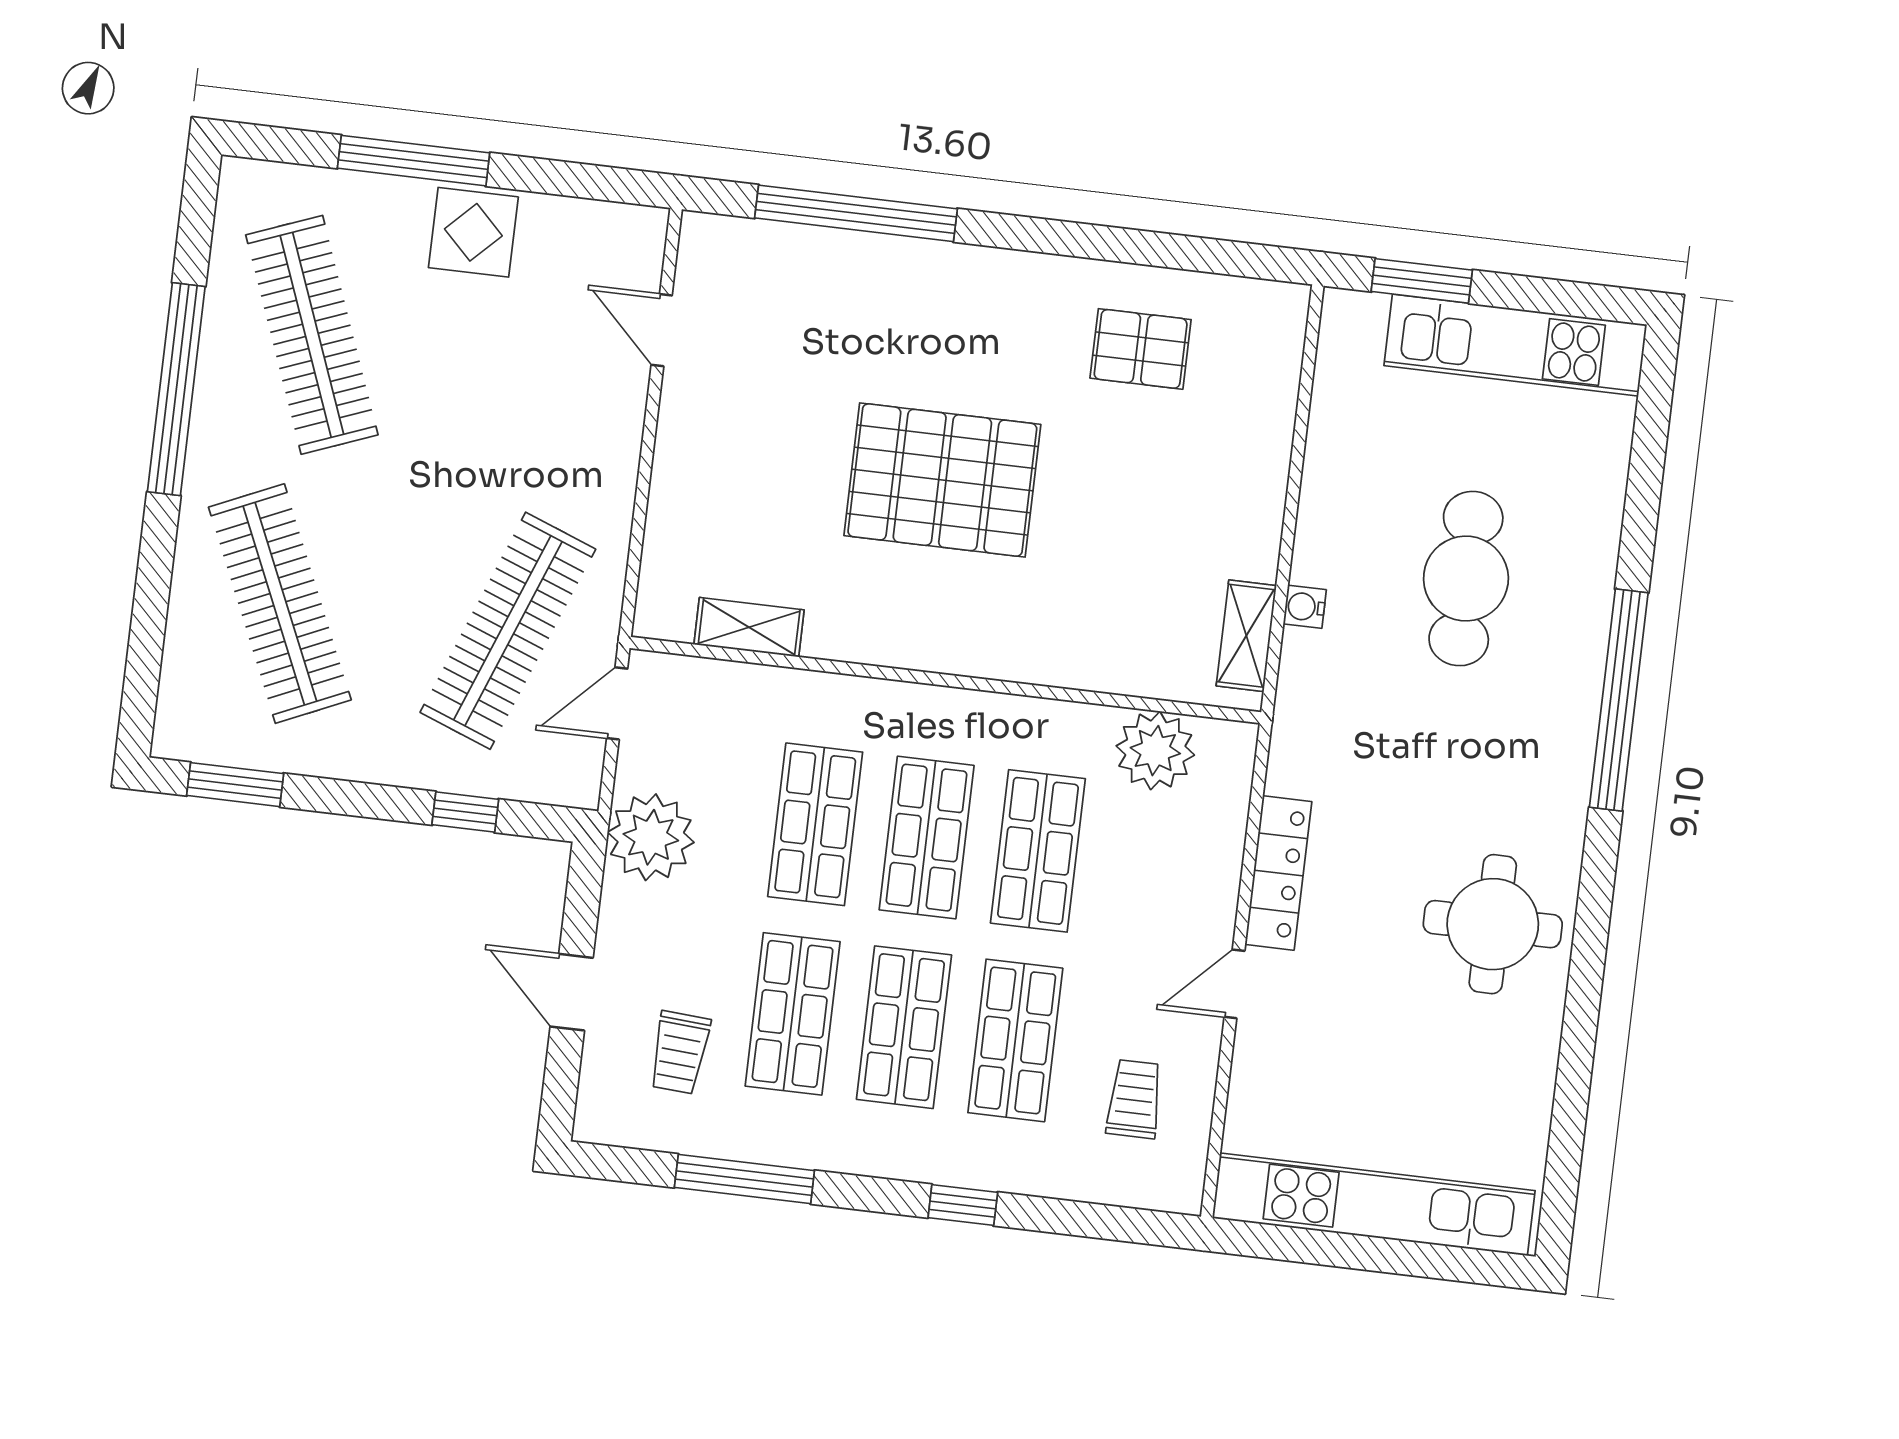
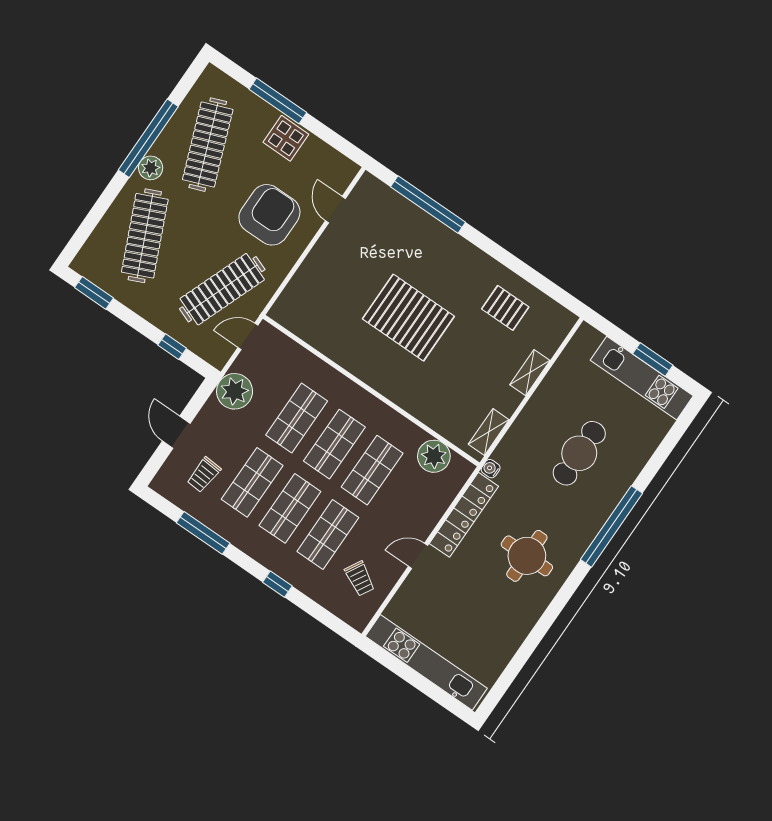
window: (1422, 281) -> (653, 360), moved
armchair: (525, 416) -> (269, 215), added
plant: (215, 450) -> (151, 168), added
water cooler: (1305, 607) -> (491, 469), moved
shelving: (749, 627) -> (530, 373), moved, turned 90
locker: (1278, 873) -> (464, 515), width x1.41, depth x1.21
round table: (1493, 924) -> (527, 556), moved
trolley: (1134, 1099) -> (360, 578), turned 119

